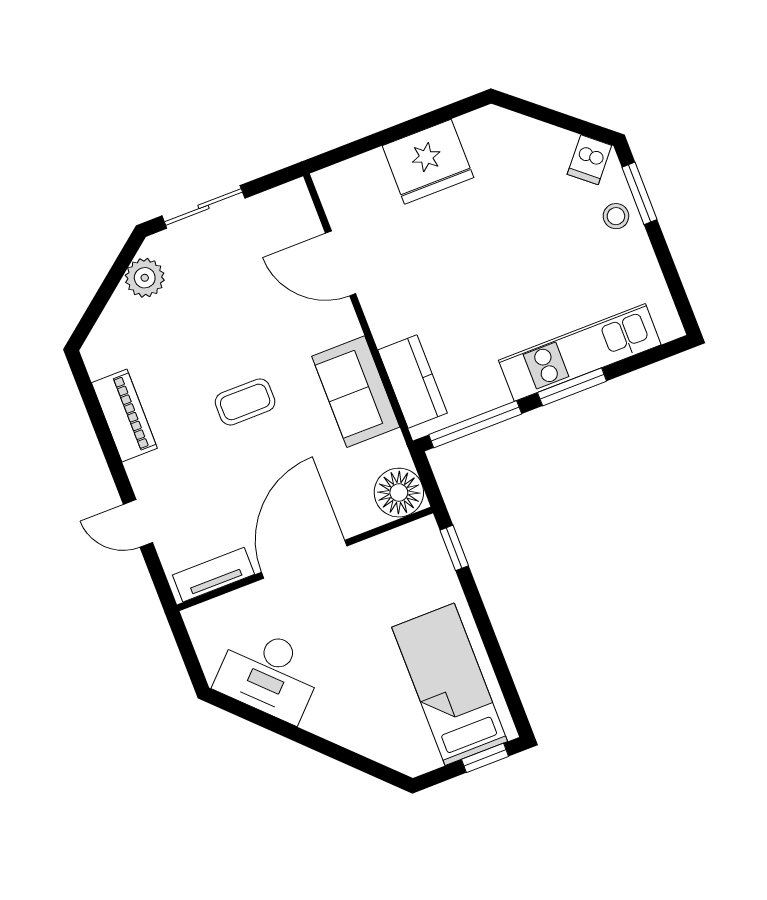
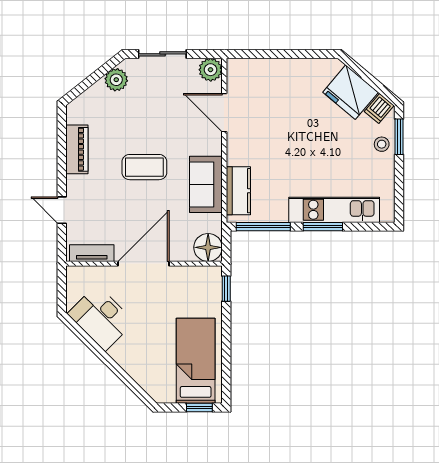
fridge: (428, 162) -> (351, 92), moved, turned 40
plant: (291, 202) -> (211, 70), added
coffee table: (245, 402) -> (144, 167), width x1.36, depth x1.30

